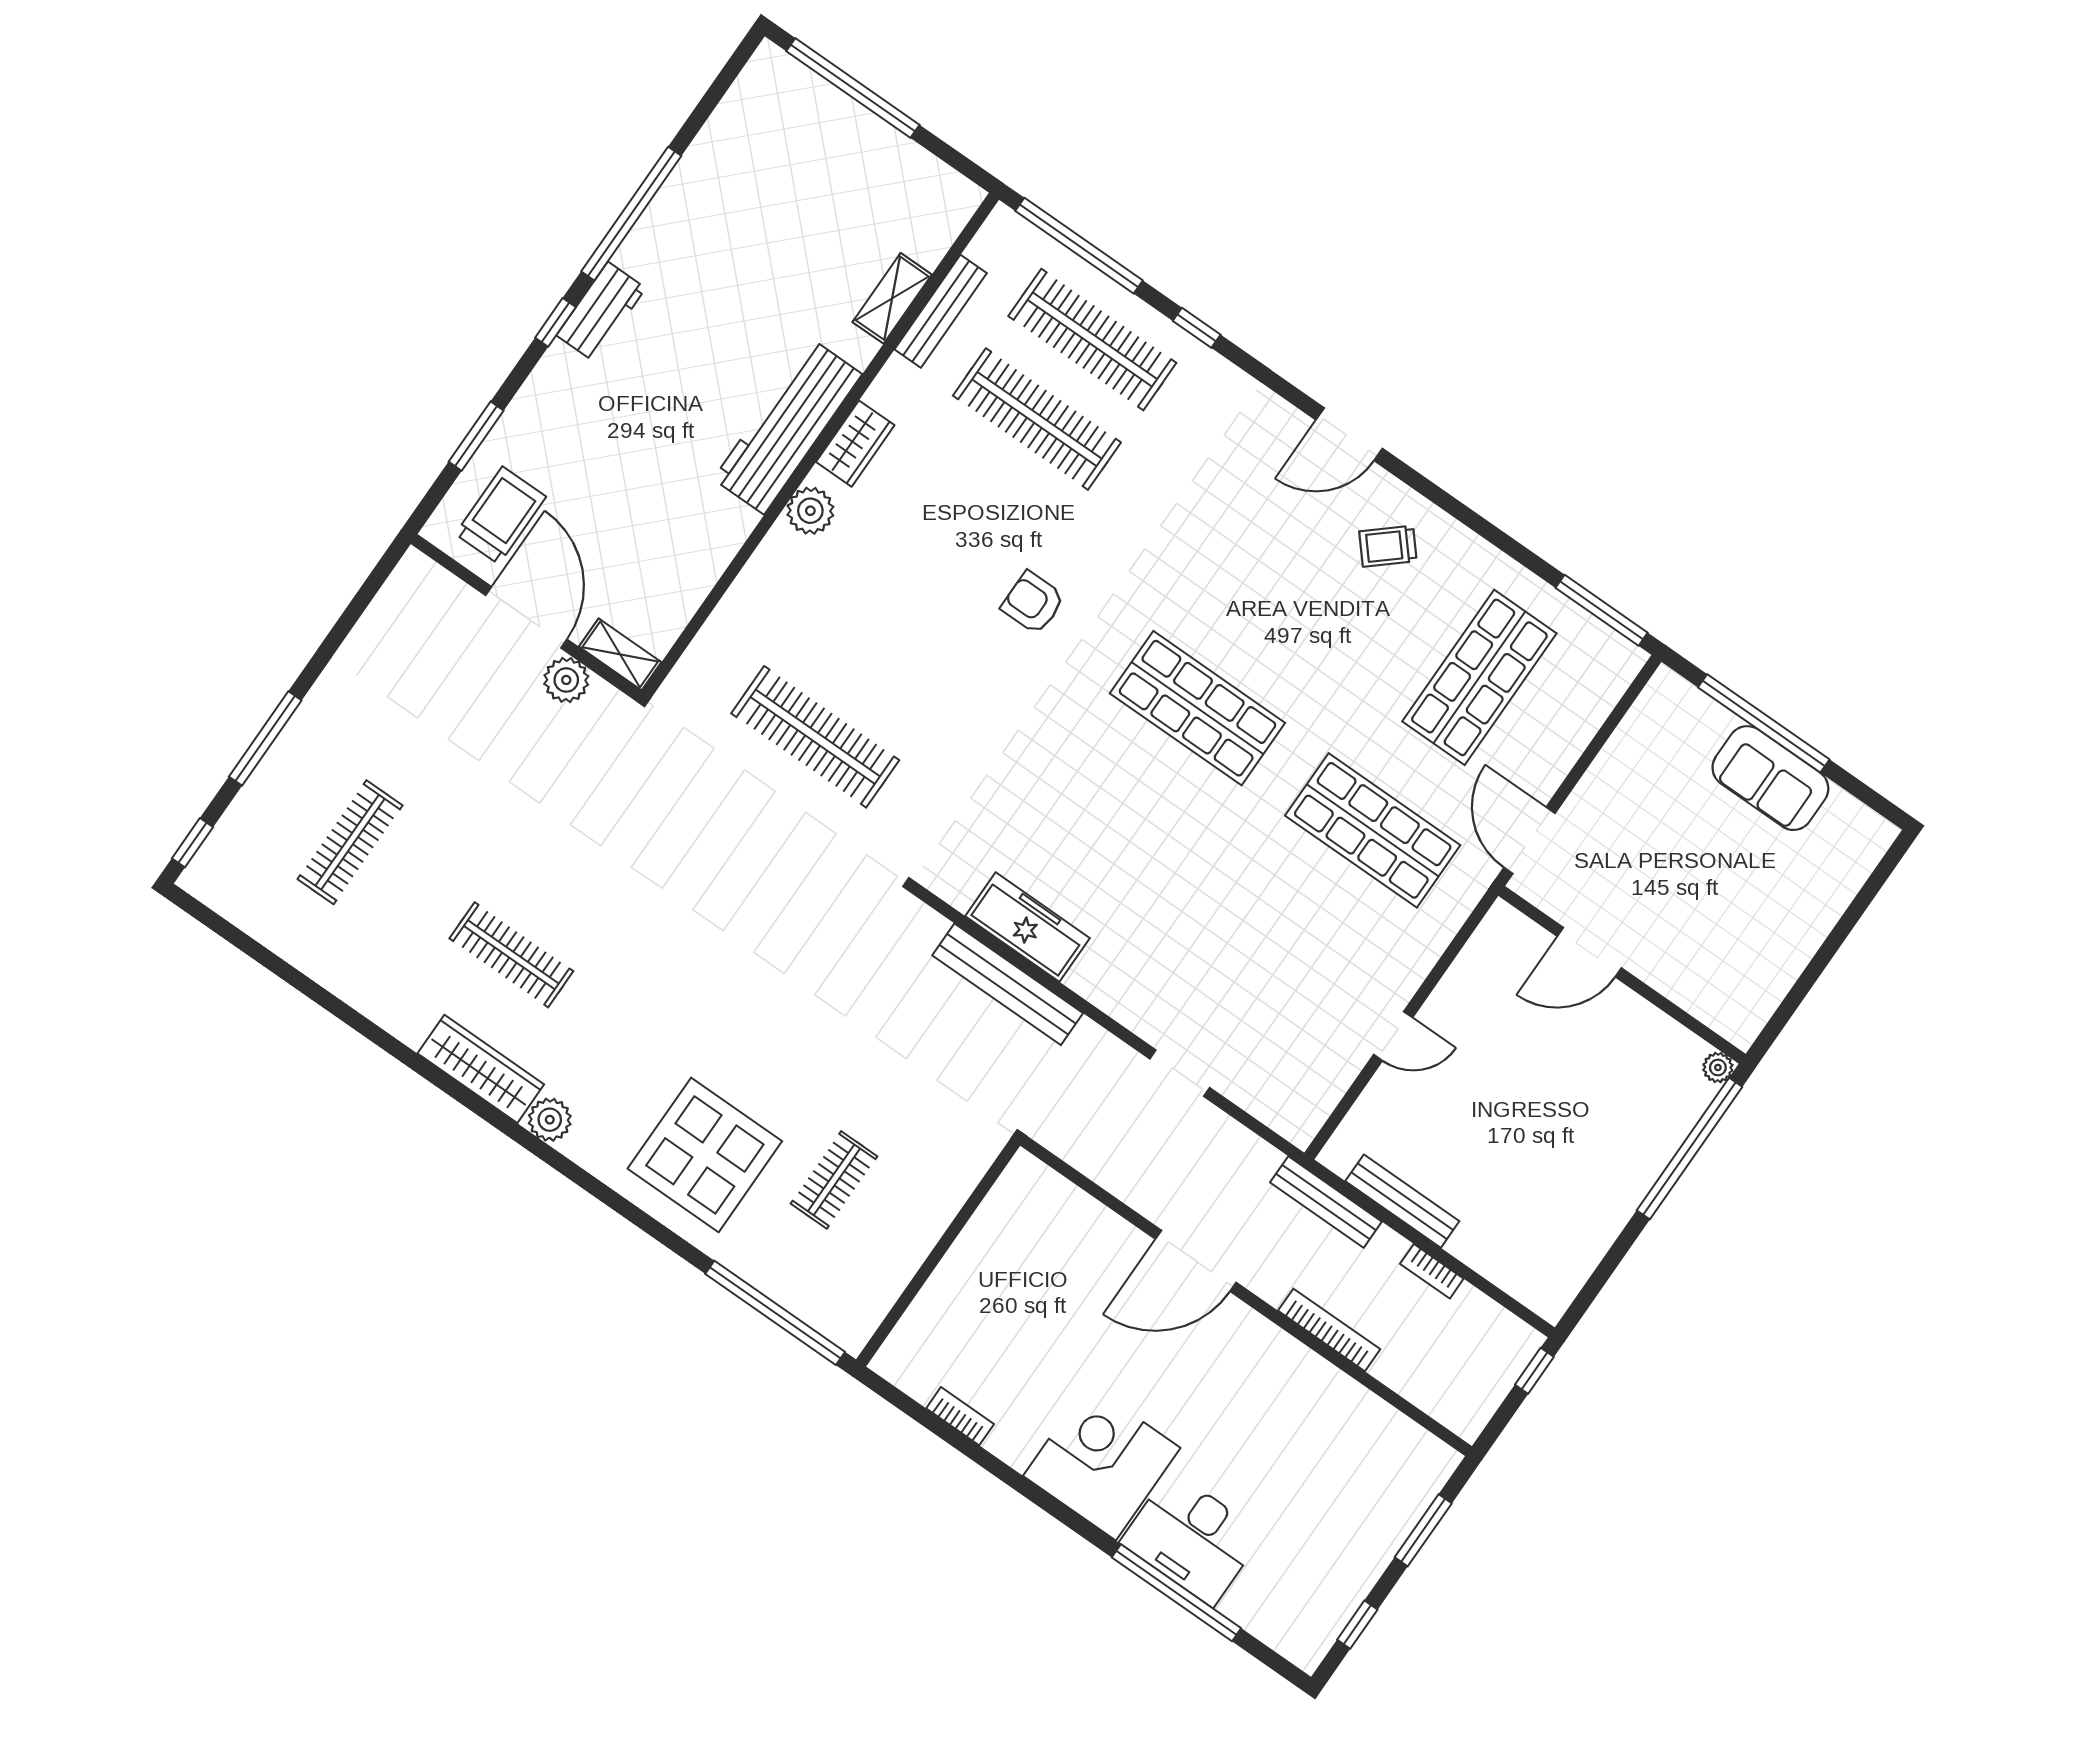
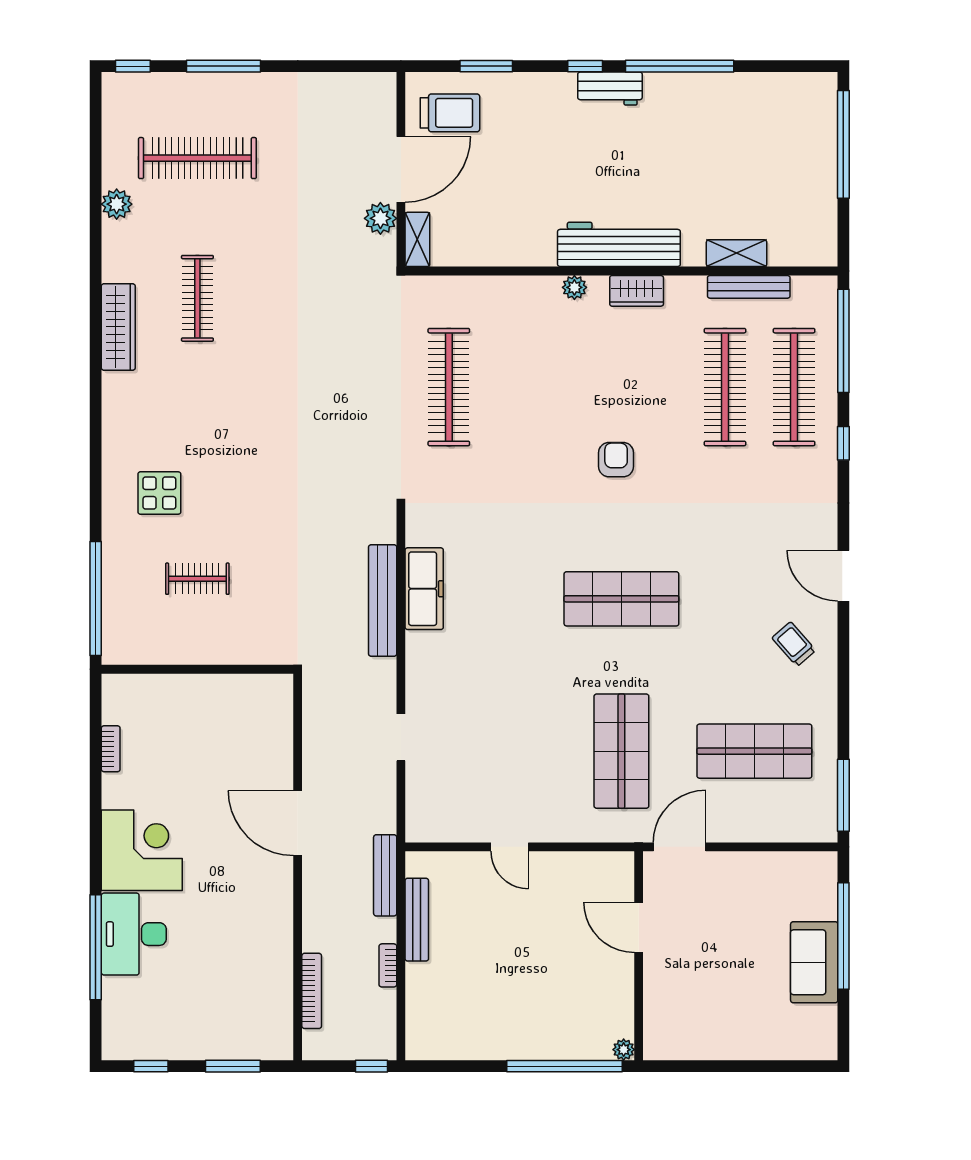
plant: (810, 511) -> (574, 287), width x0.73, depth x0.73
shop shelf: (1197, 708) -> (621, 599), turned 90
clothes rail: (350, 842) -> (197, 158), width x1.37, depth x1.31
plant: (550, 1120) -> (117, 204), moved
display table: (705, 1155) -> (159, 493), width x0.54, depth x0.54
bookcase: (1329, 1330) -> (312, 991), moved

